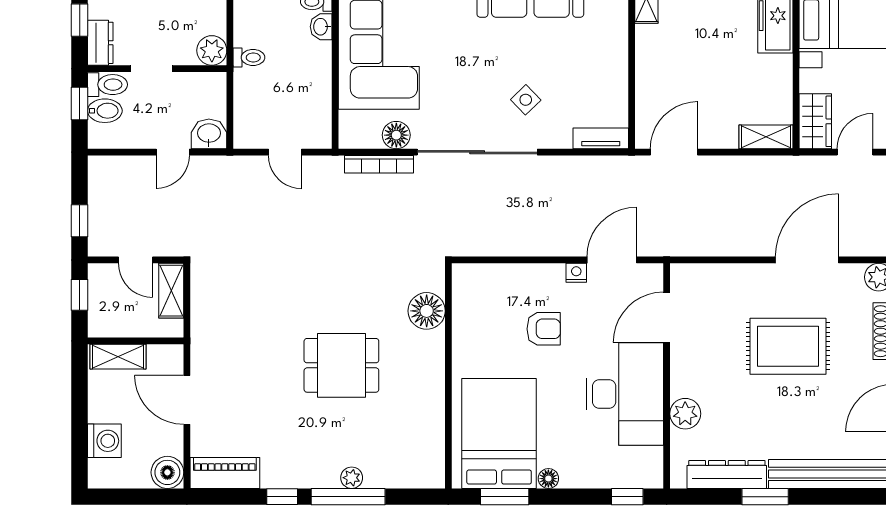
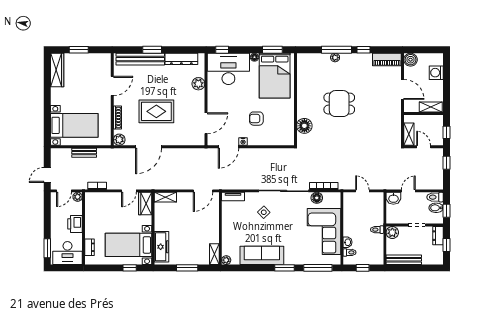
toilet: (107, 85) -> (435, 197), moved
desk: (625, 394) -> (228, 69), moved, turned 90
window: (765, 497) -> (152, 50), moved

